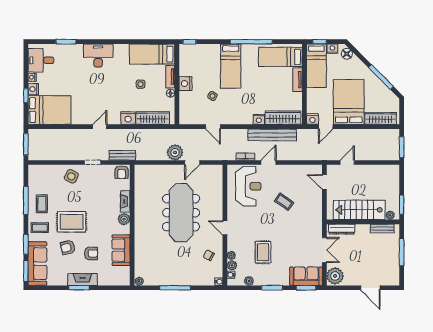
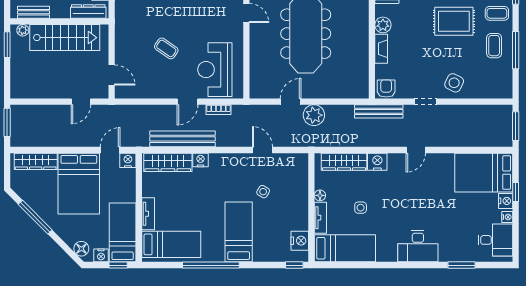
nightstand: (185, 83) -> (300, 241), moved
bench: (122, 155) -> (379, 111), width x1.36

